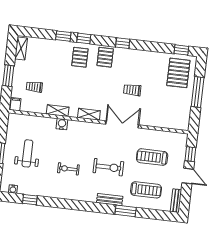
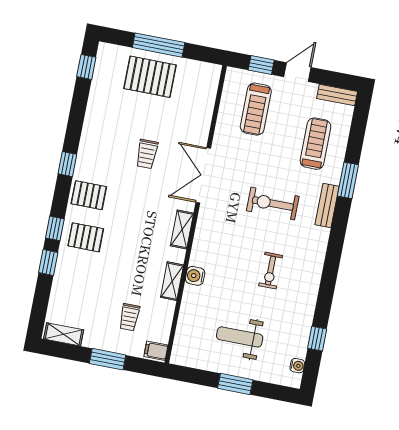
pallet: (178, 73) -> (150, 77), moved
treadmill: (152, 157) -> (256, 109), moved
exercise bike: (108, 167) -> (273, 204), turned -90

